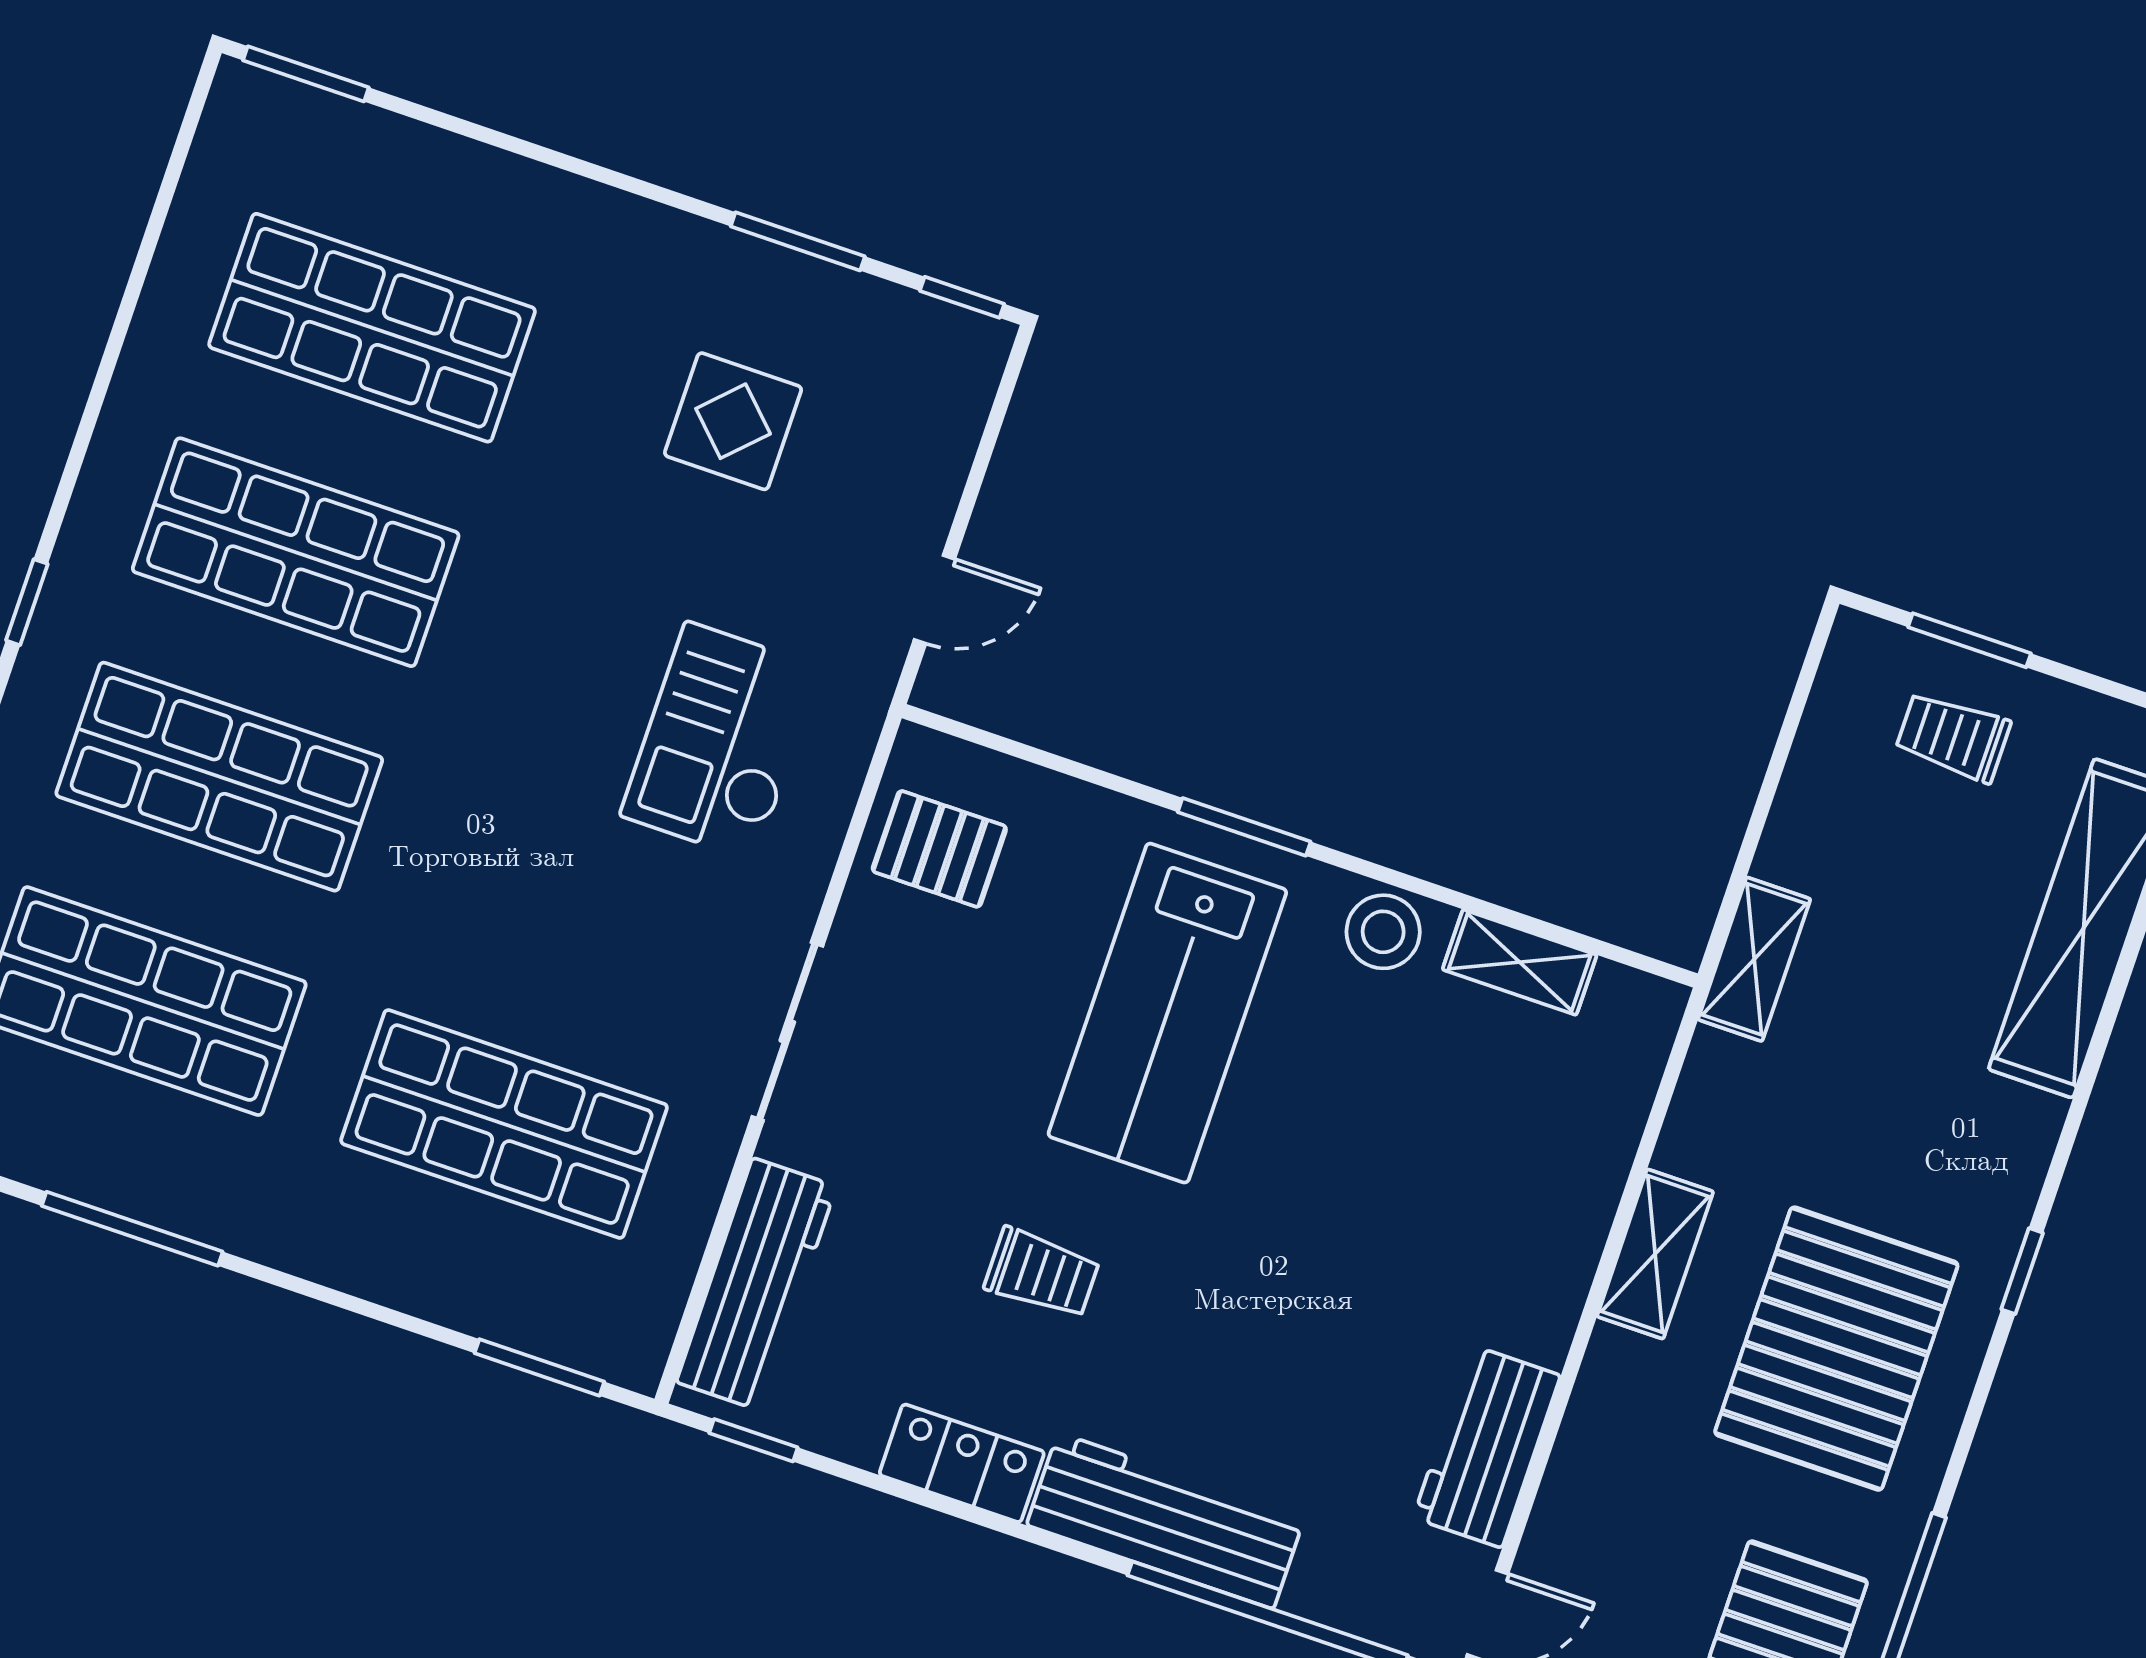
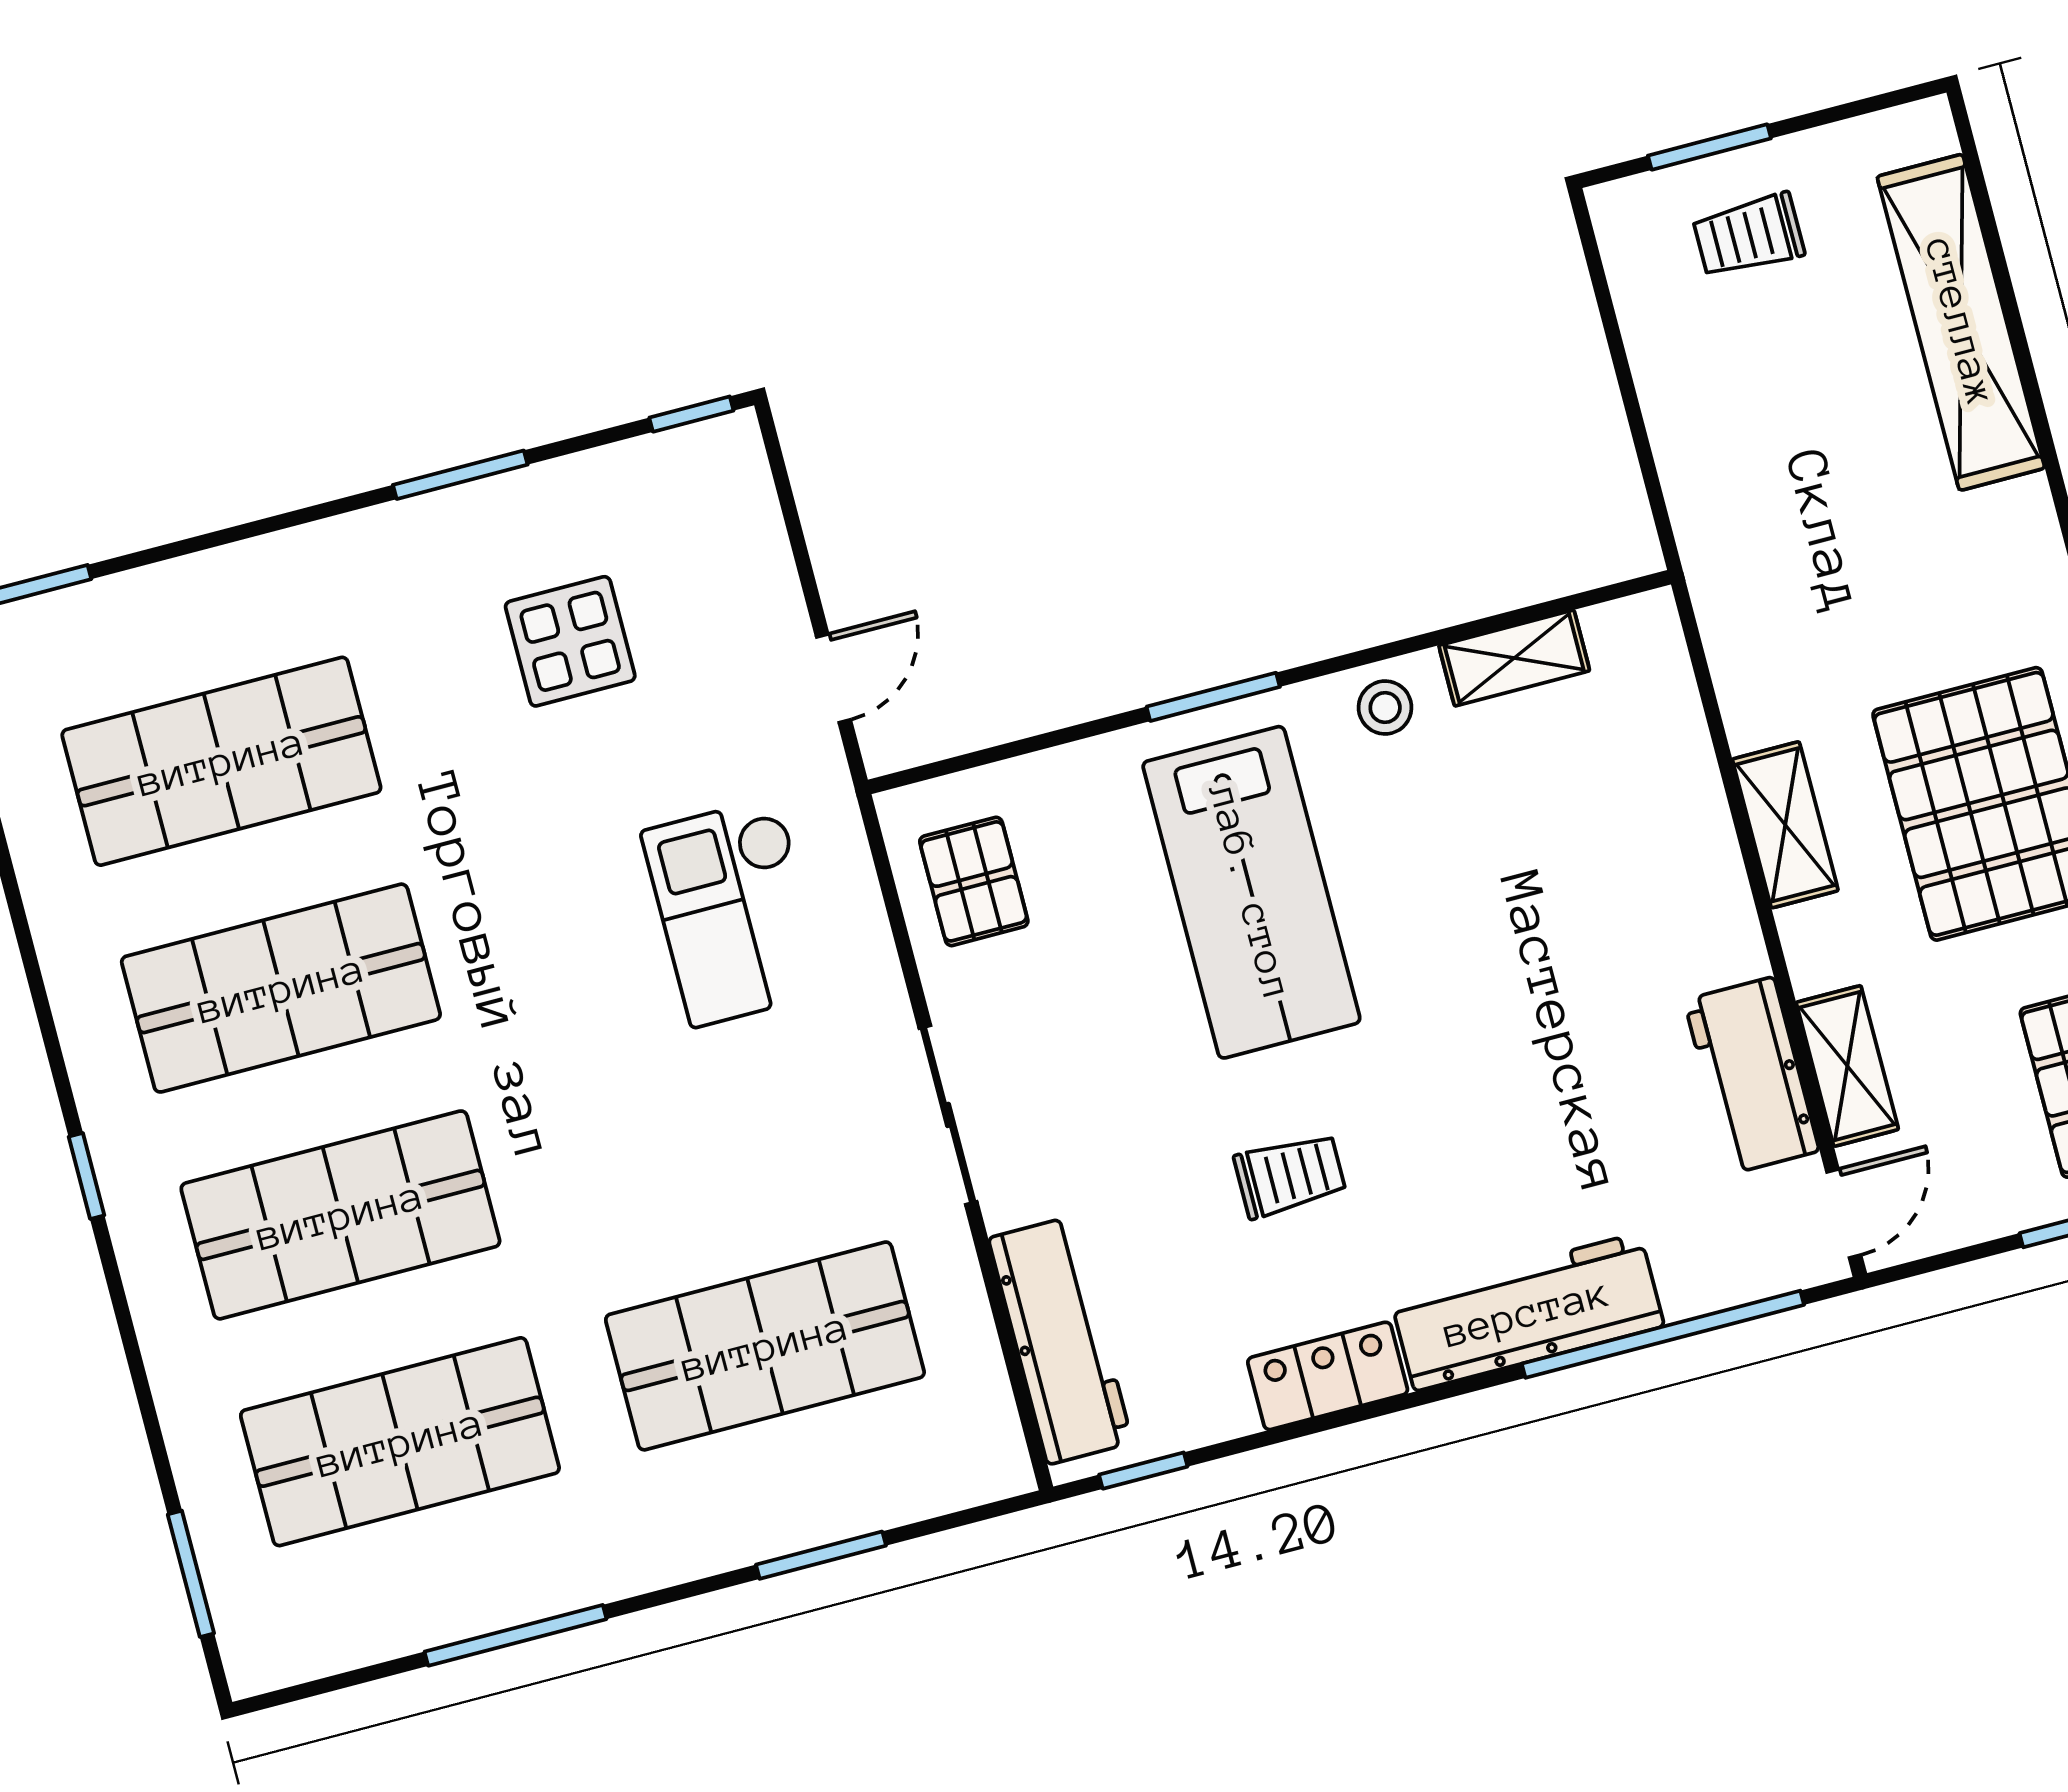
window: (798, 241) -> (460, 475), moved
pallet: (939, 849) -> (974, 881), turned 90
stool: (1383, 932) -> (1385, 708), width x0.73, depth x0.73
shelving: (1754, 959) -> (1847, 1066), moved
window: (539, 1367) -> (821, 1555), moved

